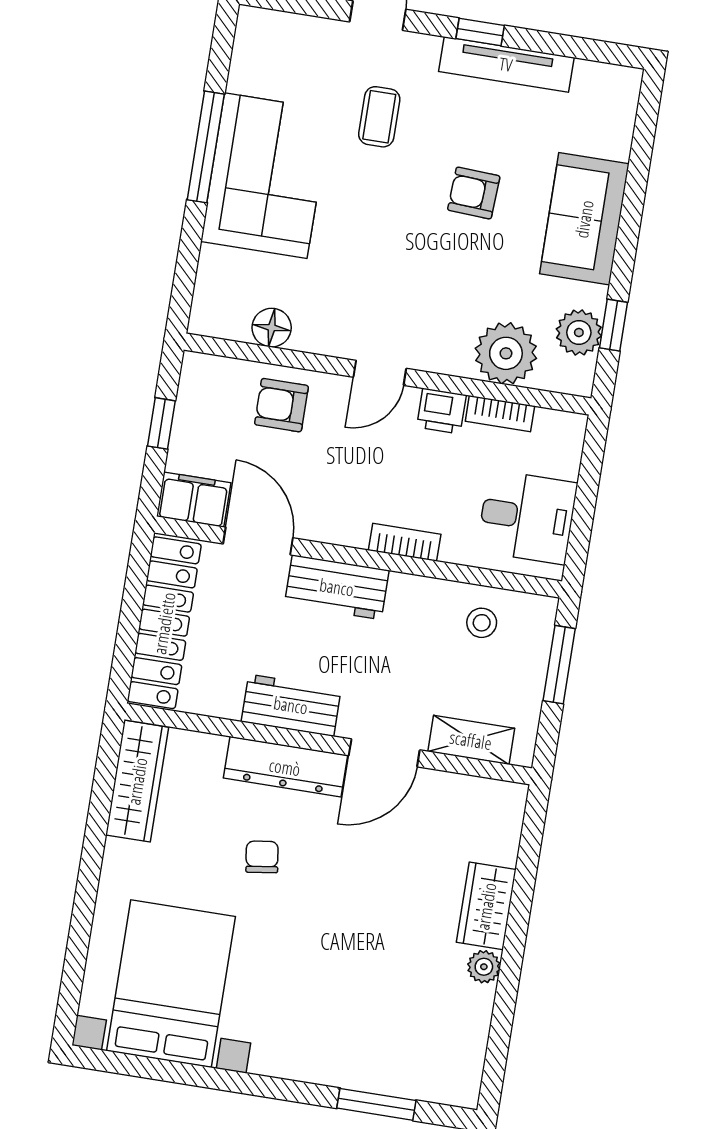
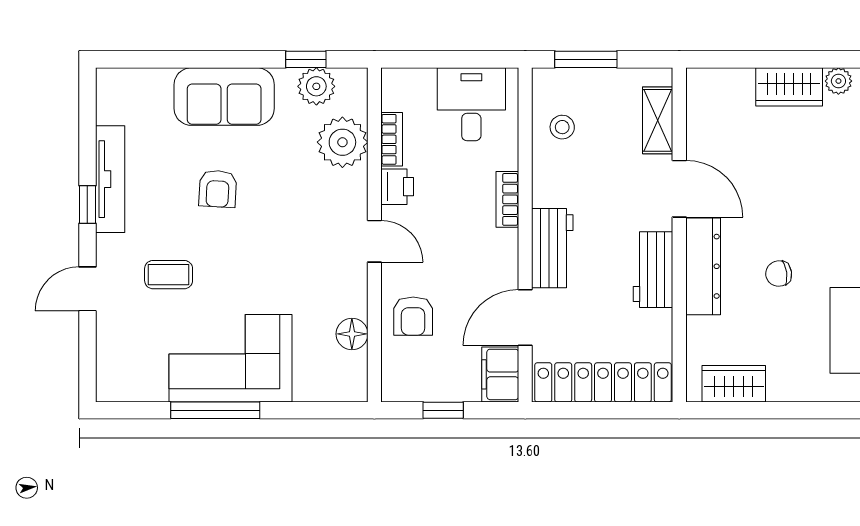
wardrobe: (137, 781) -> (734, 384), width x0.67

